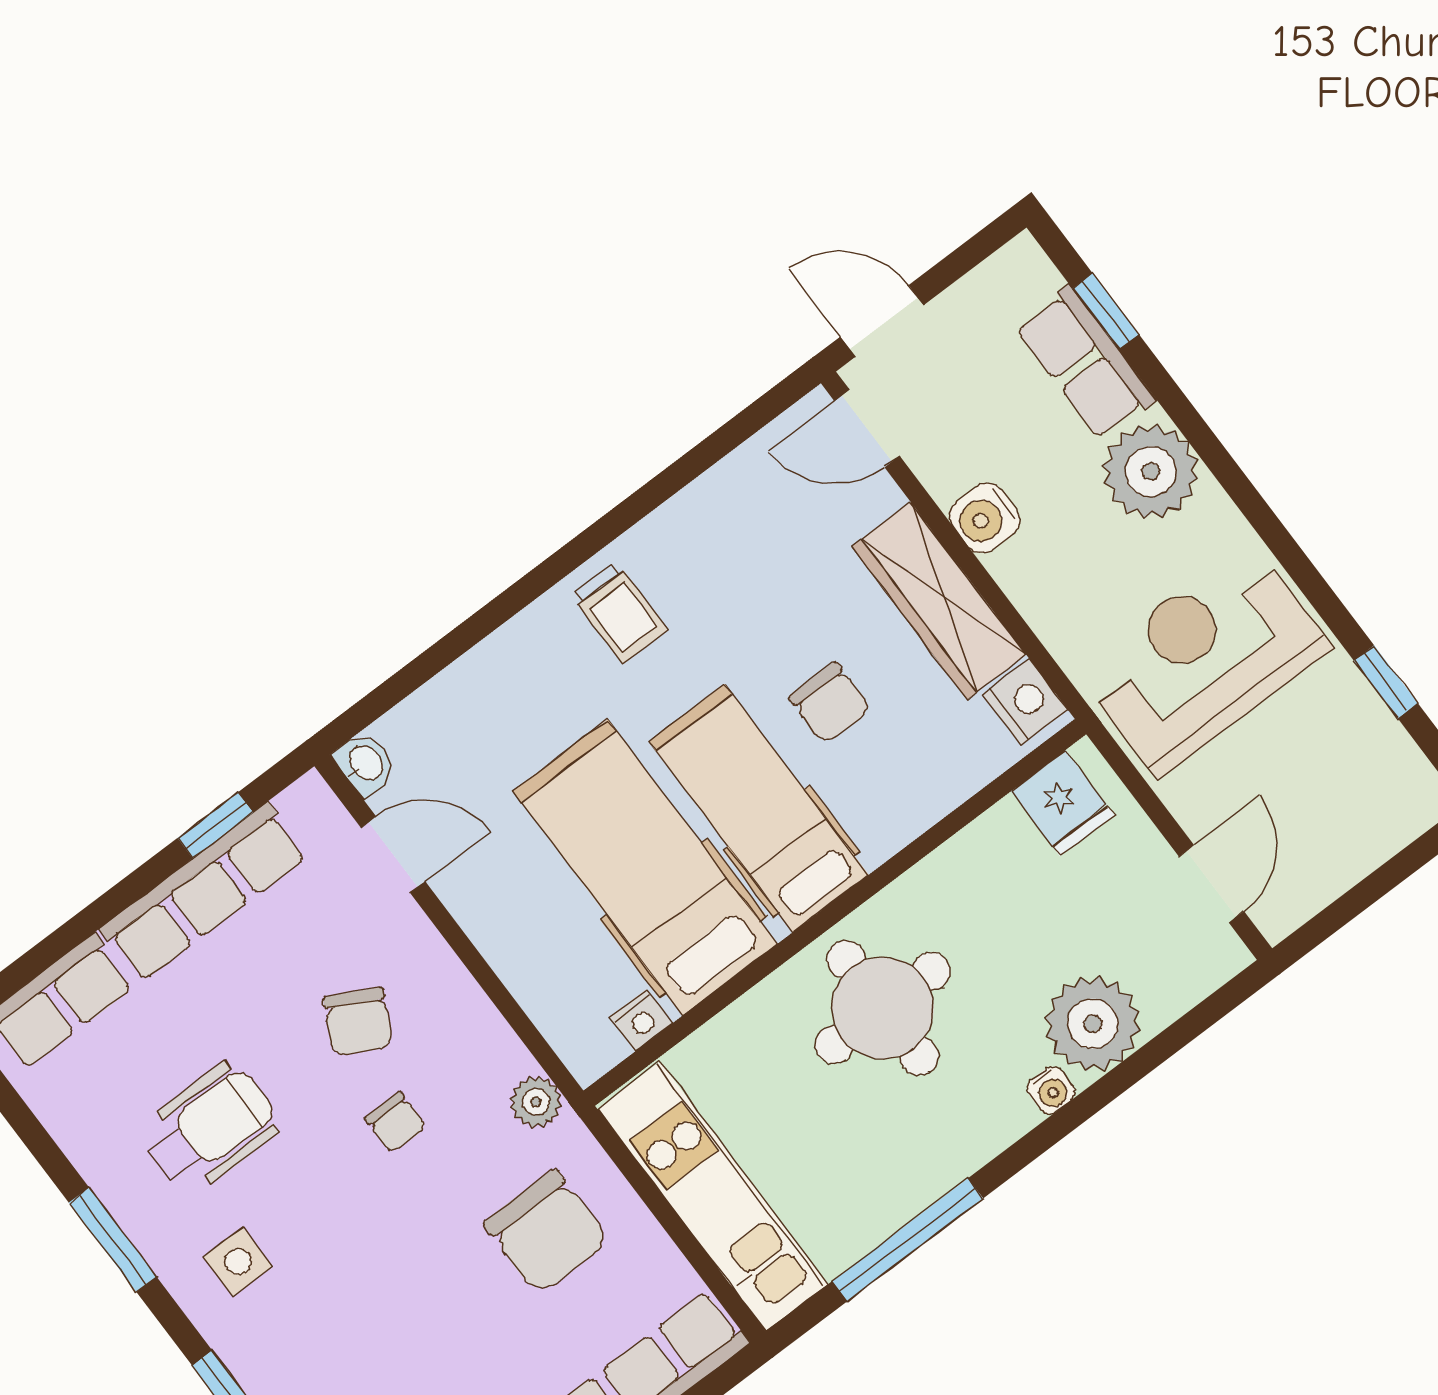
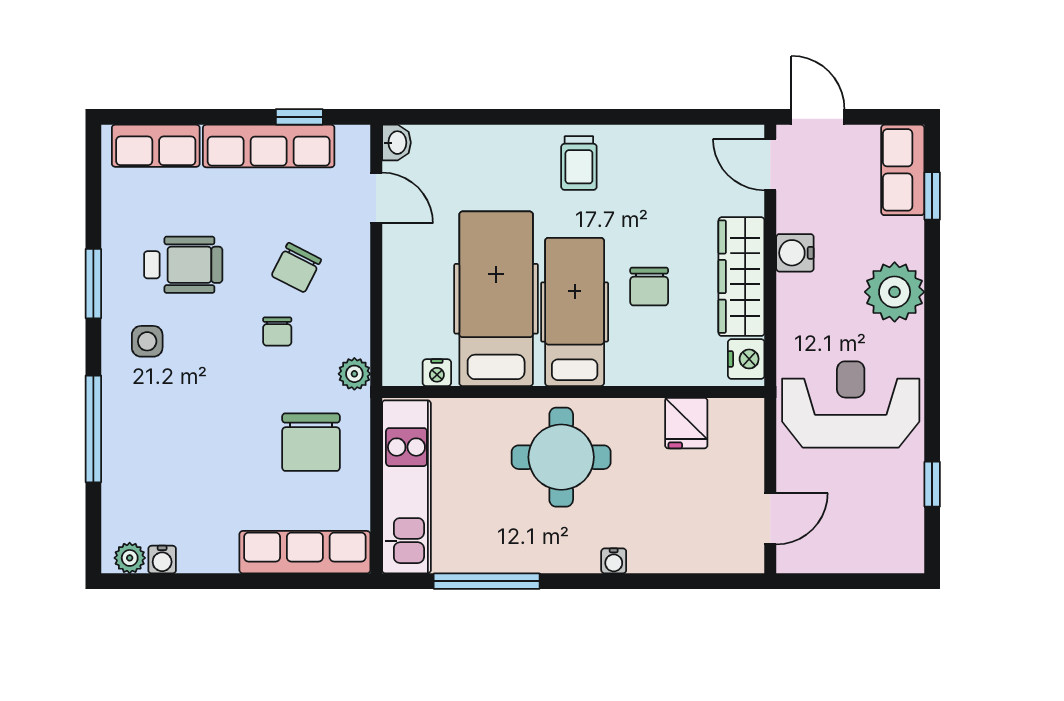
row of seats: (1085, 363) -> (903, 170), moved
fridge: (1063, 803) -> (686, 423), moved
plant: (1093, 1024) -> (659, 544), removed

